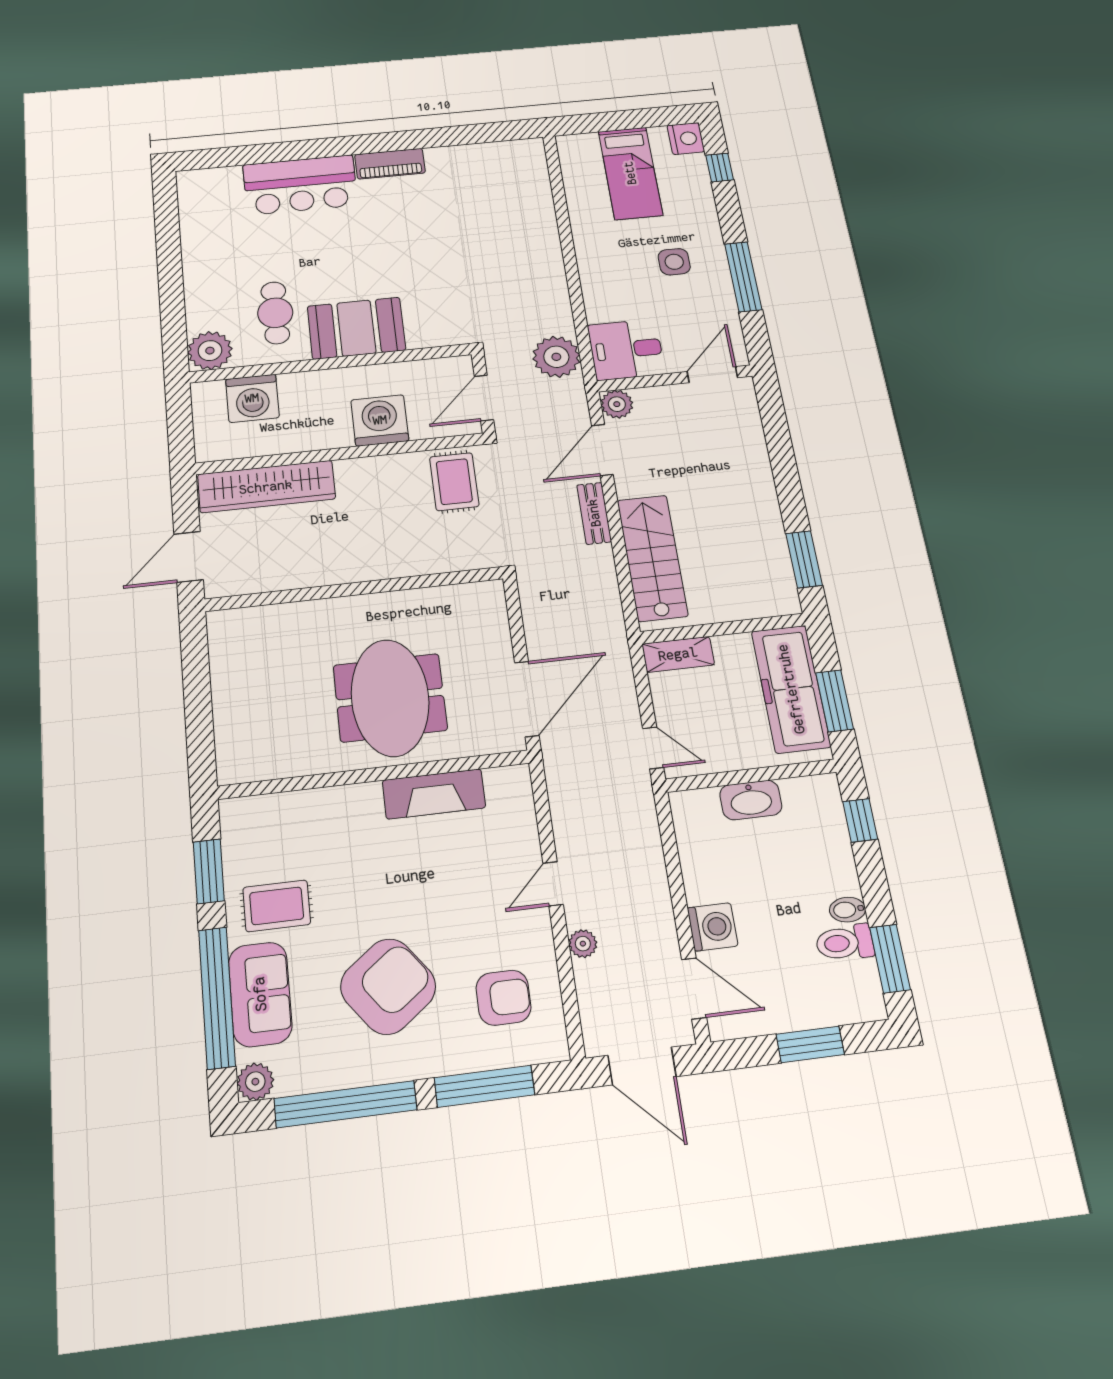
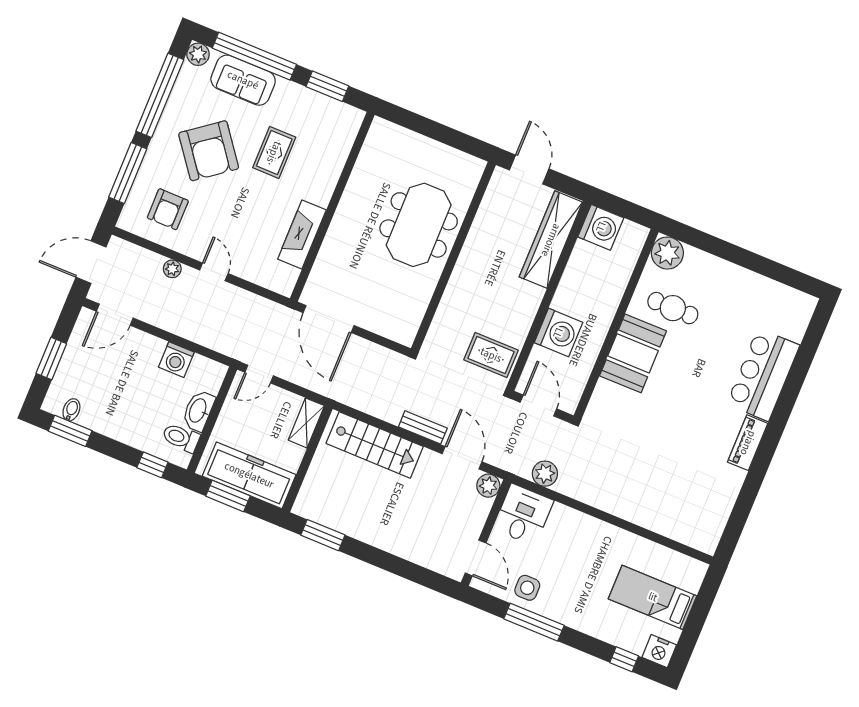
side table: (674, 262) -> (527, 588), moved
plant: (556, 357) -> (545, 474), width x0.73, depth x0.73
washing machine: (252, 398) -> (601, 227), moved, turned 180
meeting table: (390, 698) -> (419, 225), moved, turned 90
rug: (277, 906) -> (274, 152), moved
bidet: (847, 910) -> (71, 410), moved
washing machine: (713, 927) -> (176, 360), moved
toilet: (845, 943) -> (181, 438), moved, turned -90

